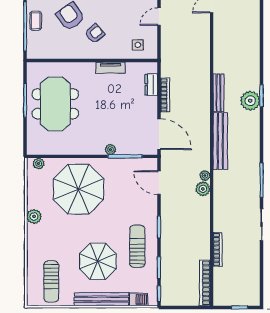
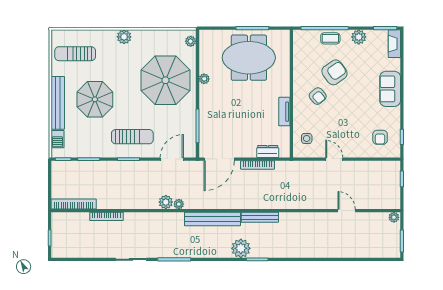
plant: (250, 101) -> (241, 248), moved
plant: (110, 150) -> (204, 79), moved
plant: (34, 216) -> (124, 37), moved
sun lounger: (137, 246) -> (132, 137), moved

